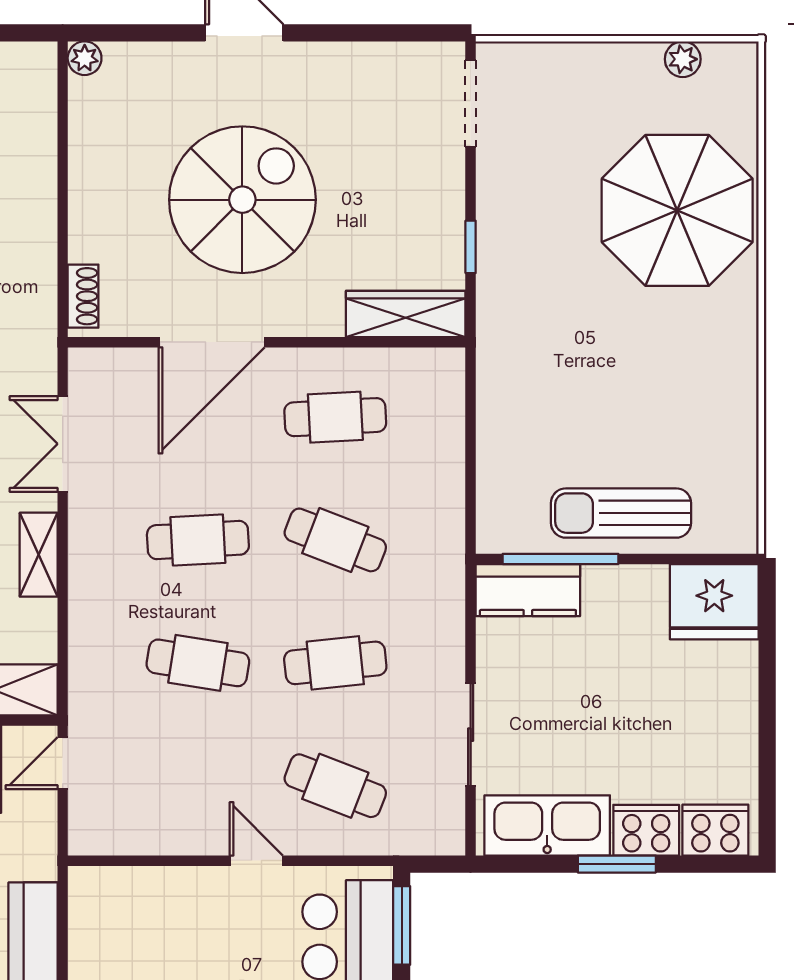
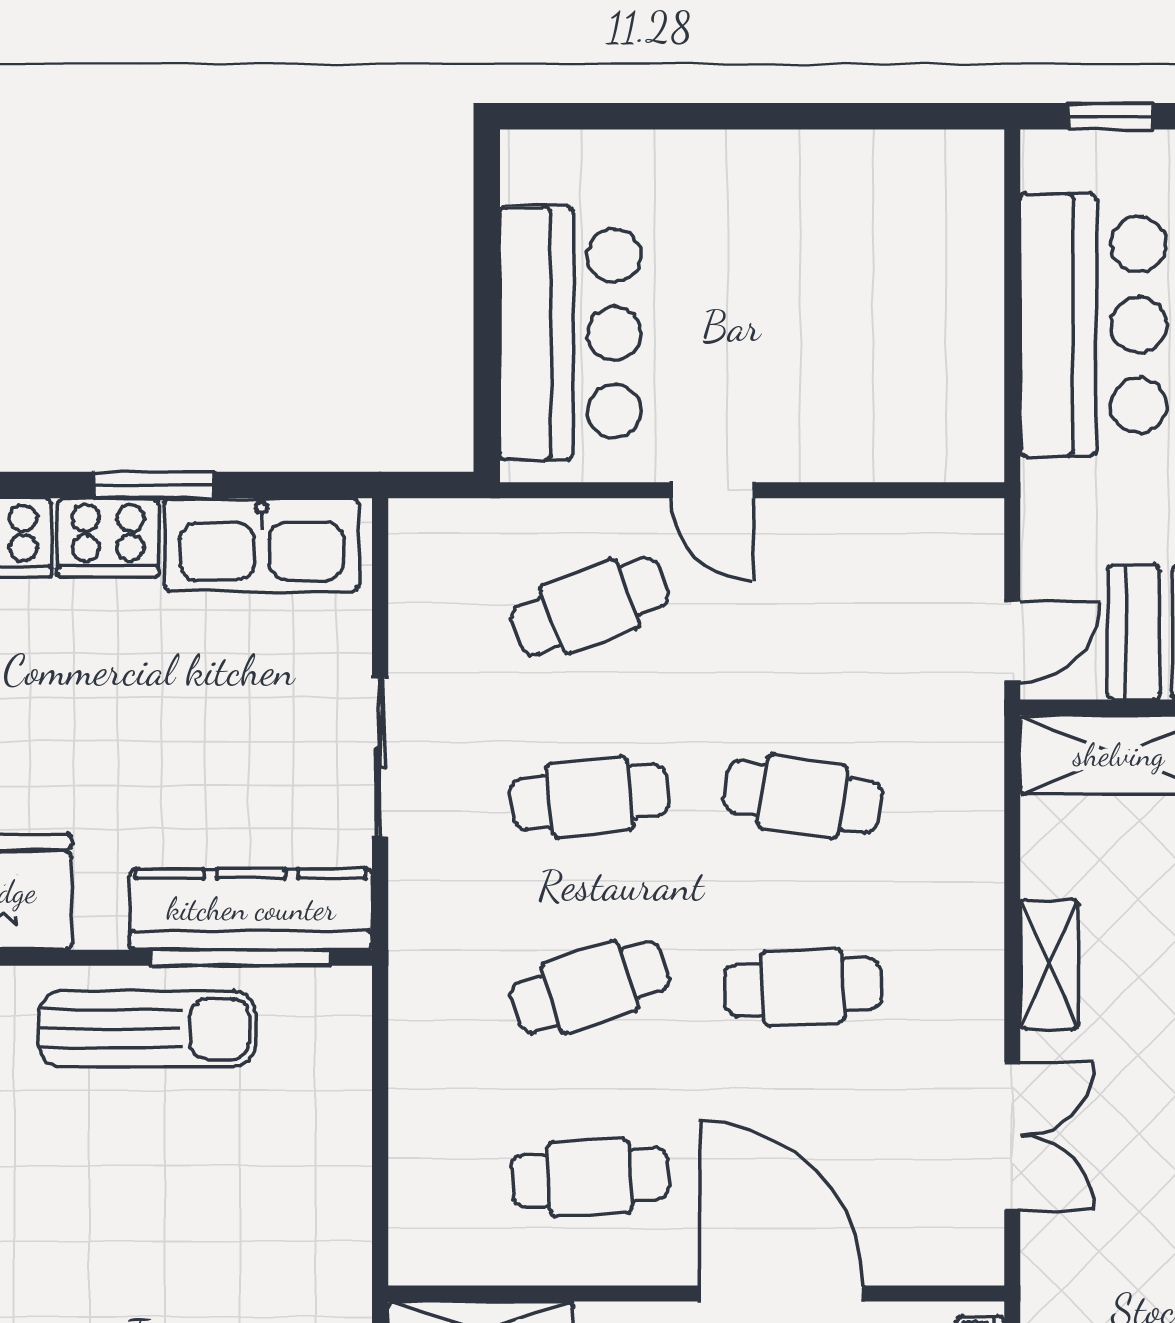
door: (212, 342) -> (781, 1294), hinge flipped
cafe table: (335, 540) -> (590, 987), turned -39
kitchen counter: (528, 590) -> (251, 909), width x1.50
sliding door: (471, 735) -> (380, 757), moved
cafe table: (335, 786) -> (590, 606), turned -42
window: (402, 925) -> (487, 390), removed

